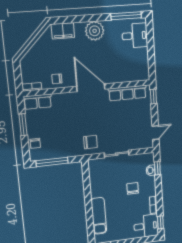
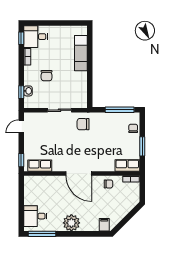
filing cabinet: (63, 31) -> (104, 225), width x0.50
row of seats: (127, 93) -> (40, 166), width x0.68

